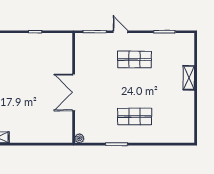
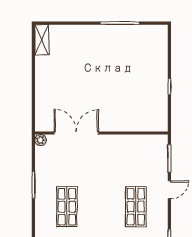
double door: (74, 92) -> (76, 133), moved

